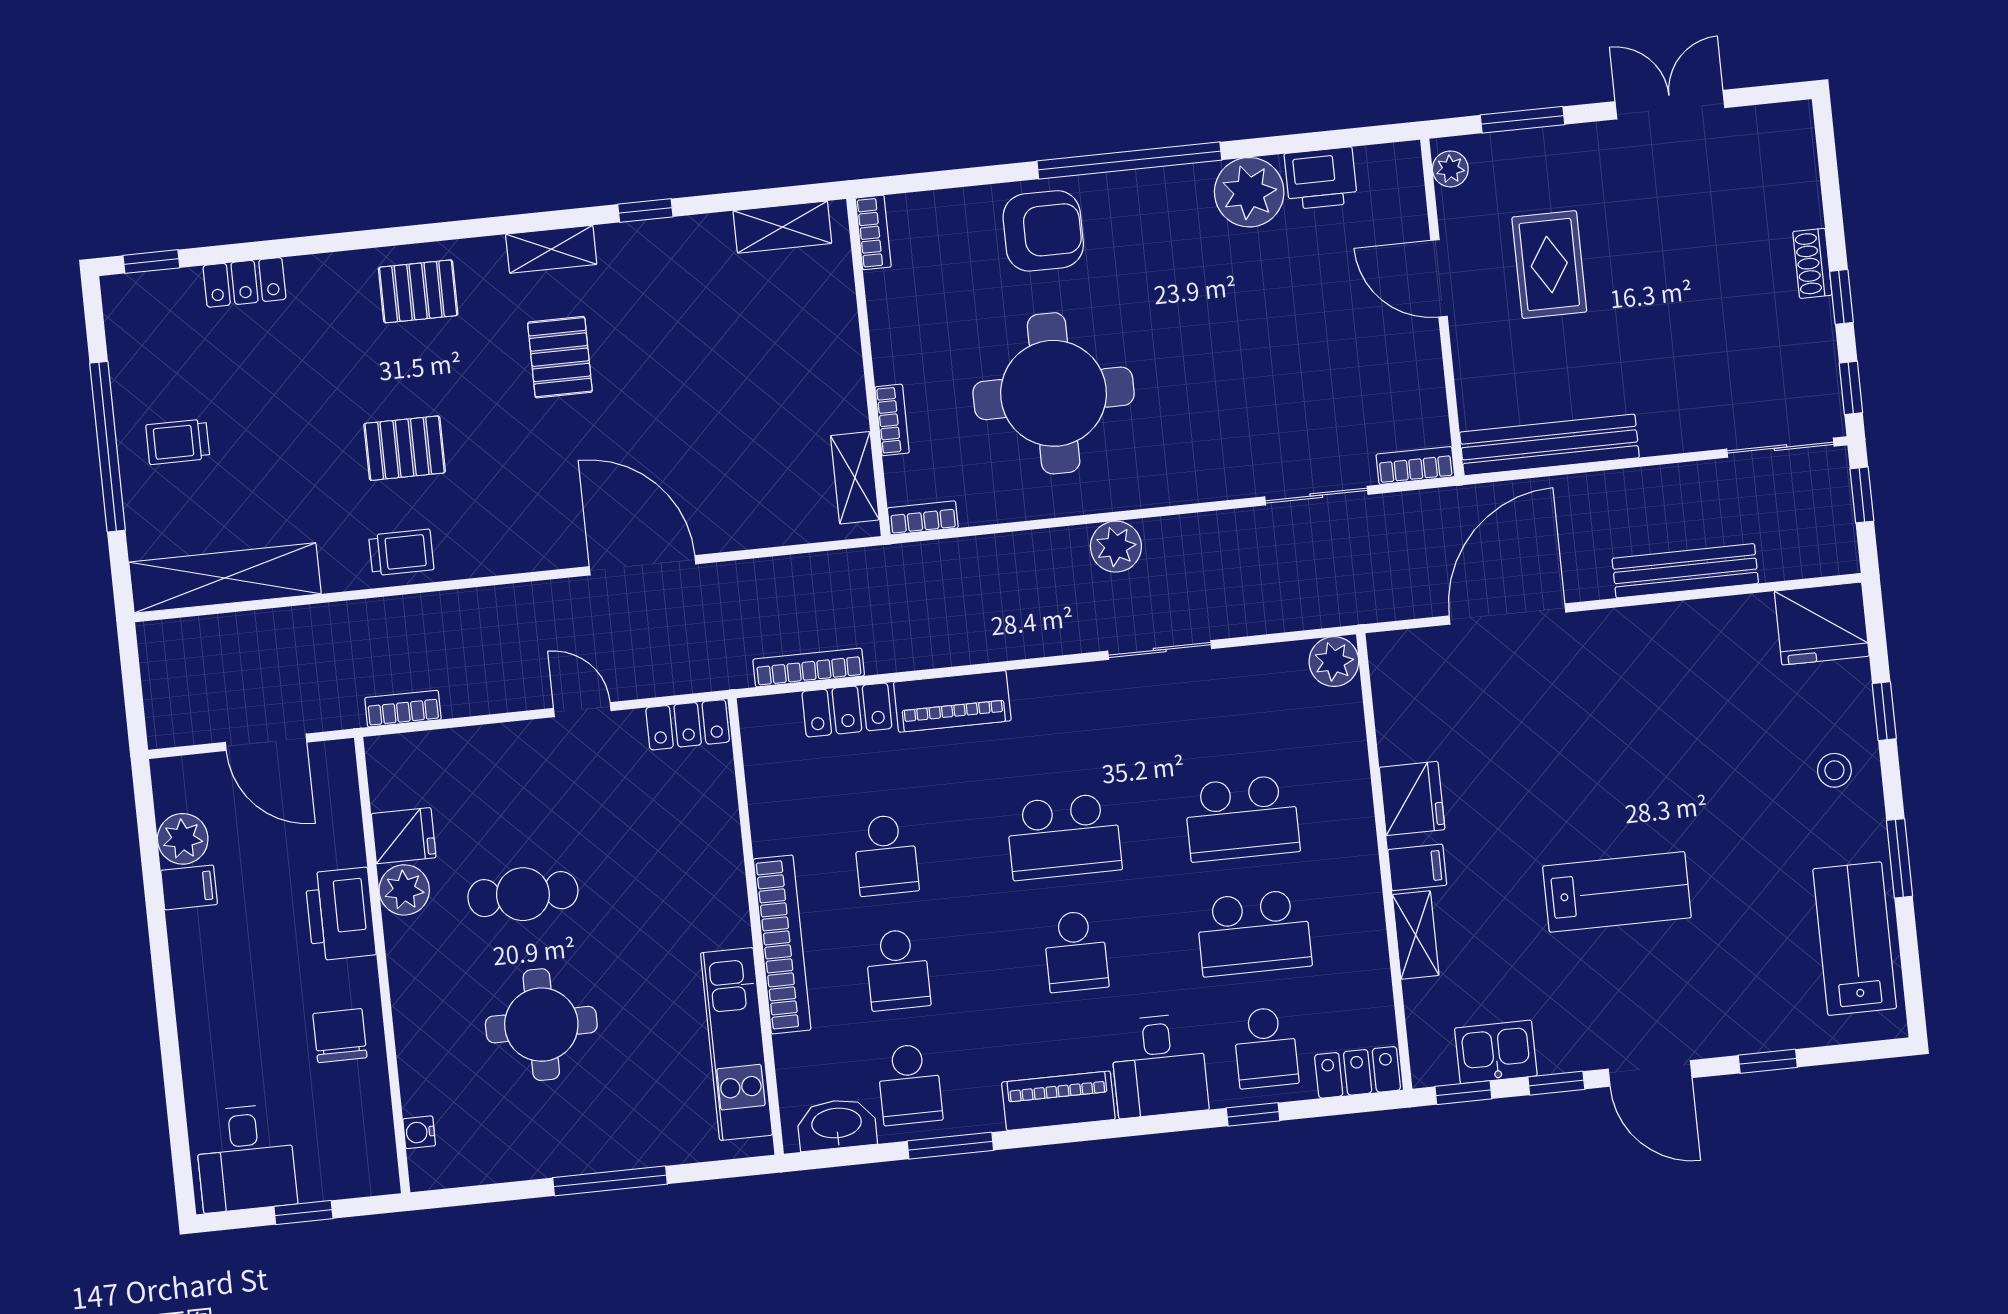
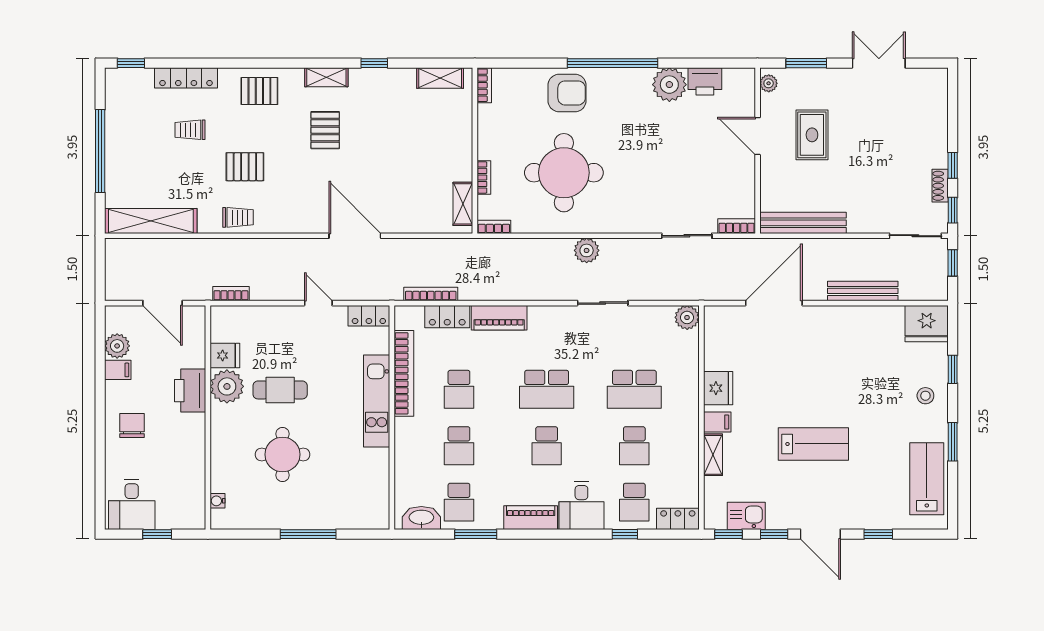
shoe rack: (1812, 263) -> (940, 186), moved
locker: (245, 282) -> (186, 78), width x1.53
trolley: (178, 442) -> (190, 130), moved
plant: (404, 890) -> (227, 386), width x1.36, depth x1.36
school desk: (1254, 933) -> (634, 446), width x0.54
bookcase: (782, 944) -> (404, 373), moved
chair: (340, 1036) -> (132, 425), moved
kitchen unit: (736, 1044) -> (377, 401), moved

